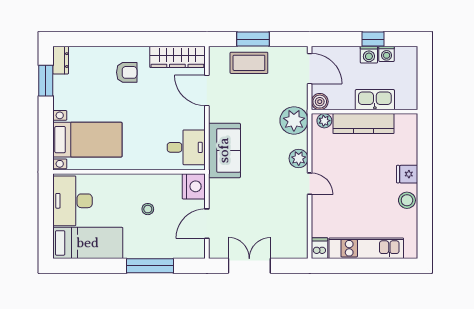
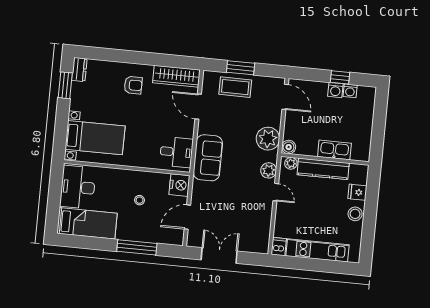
kitchen sink: (375, 100) -> (334, 150), moved
boiler: (320, 102) -> (289, 147), moved
wall: (365, 112) -> (325, 159), moved
plant: (324, 121) -> (291, 163), moved
kitchen counter: (363, 124) -> (323, 169), moved

